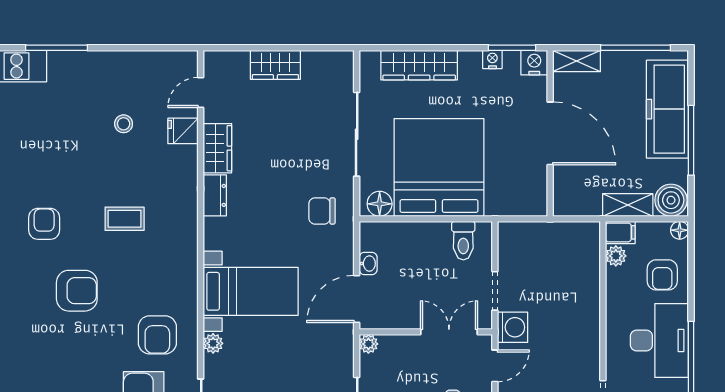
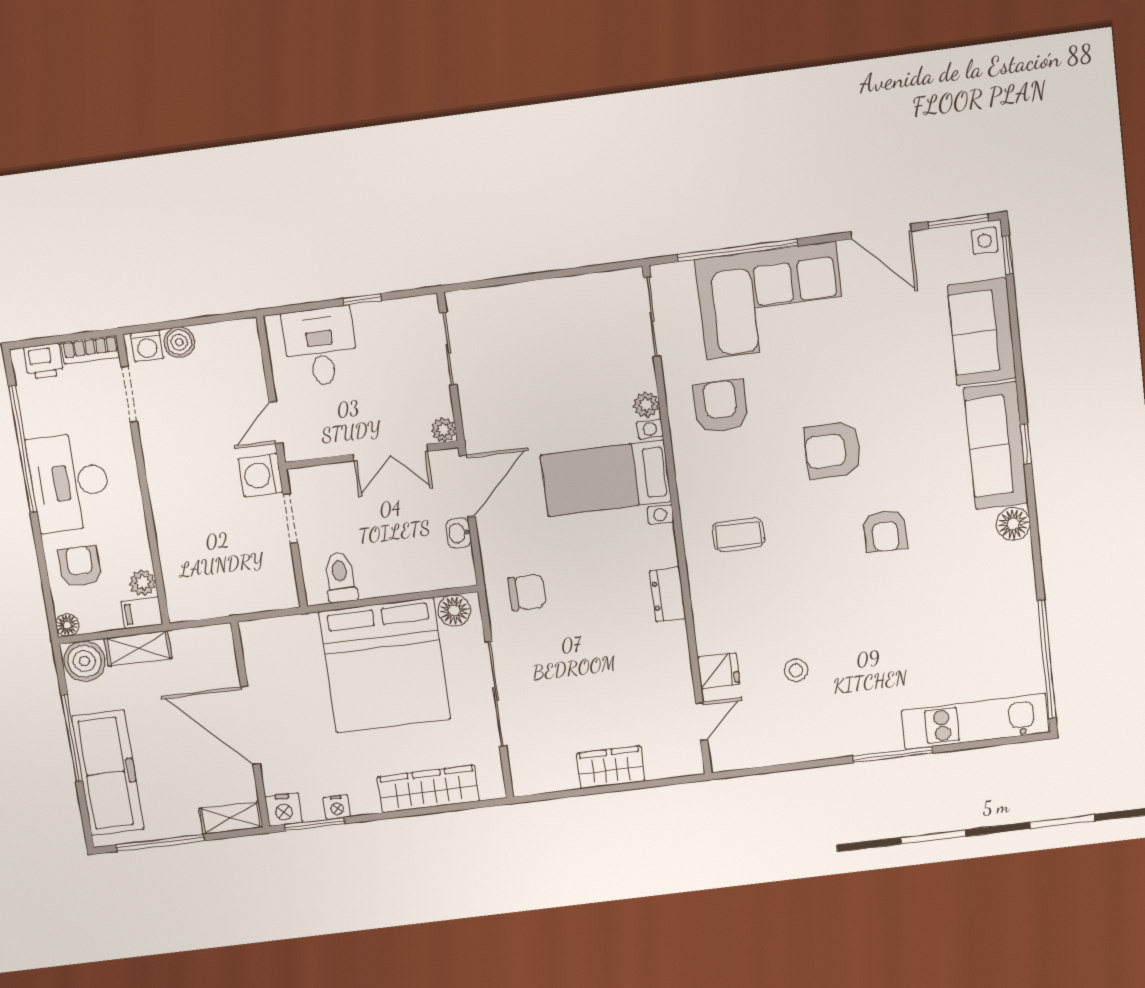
wardrobe: (217, 148) -> (672, 655), removed
coffee table: (125, 219) -> (739, 535), moved
double door: (449, 332) -> (390, 453), moved

